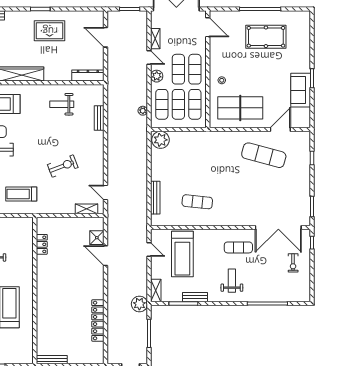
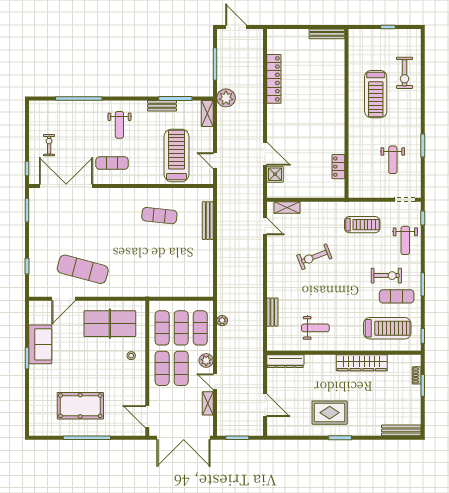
plant: (160, 140) -> (202, 287), removed

